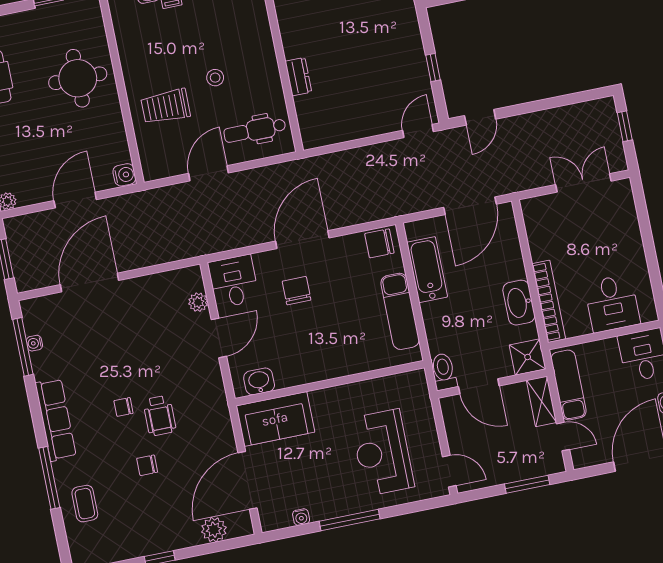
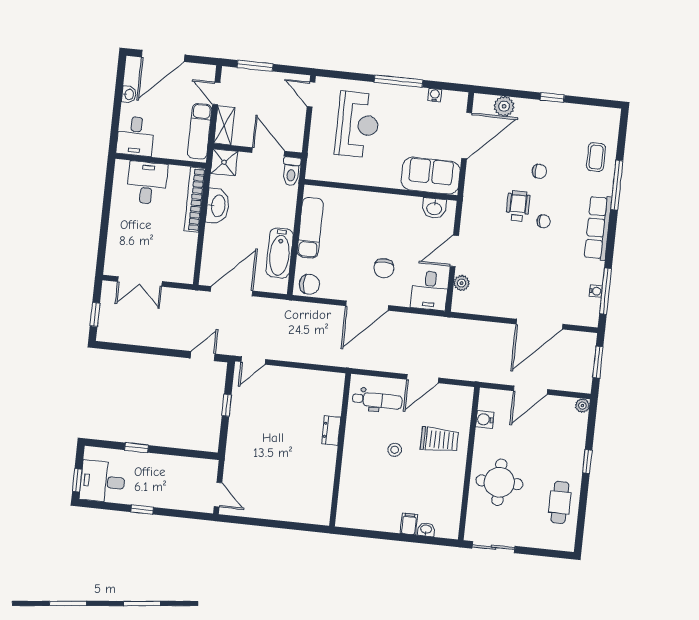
water cooler: (124, 175) -> (485, 419), moved

